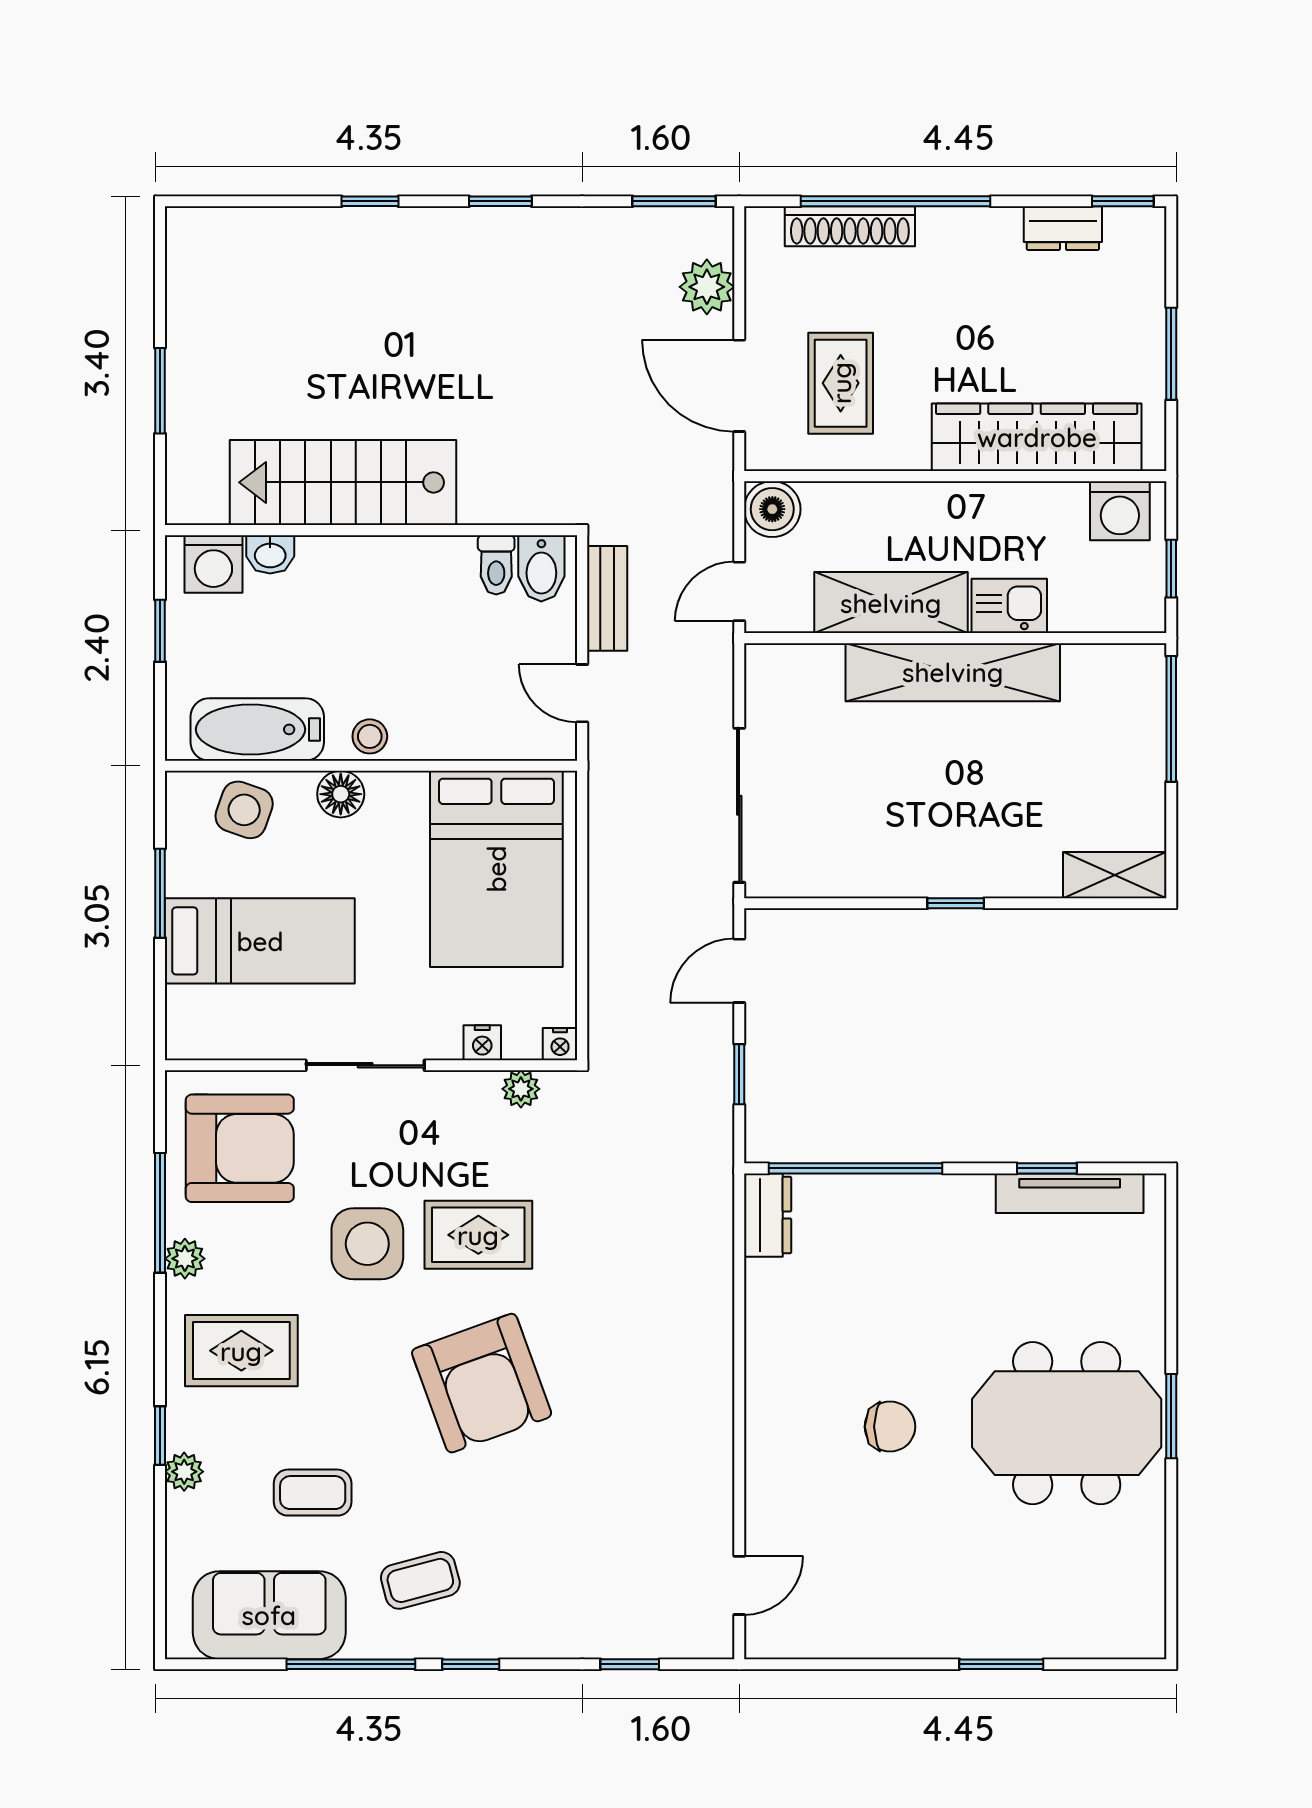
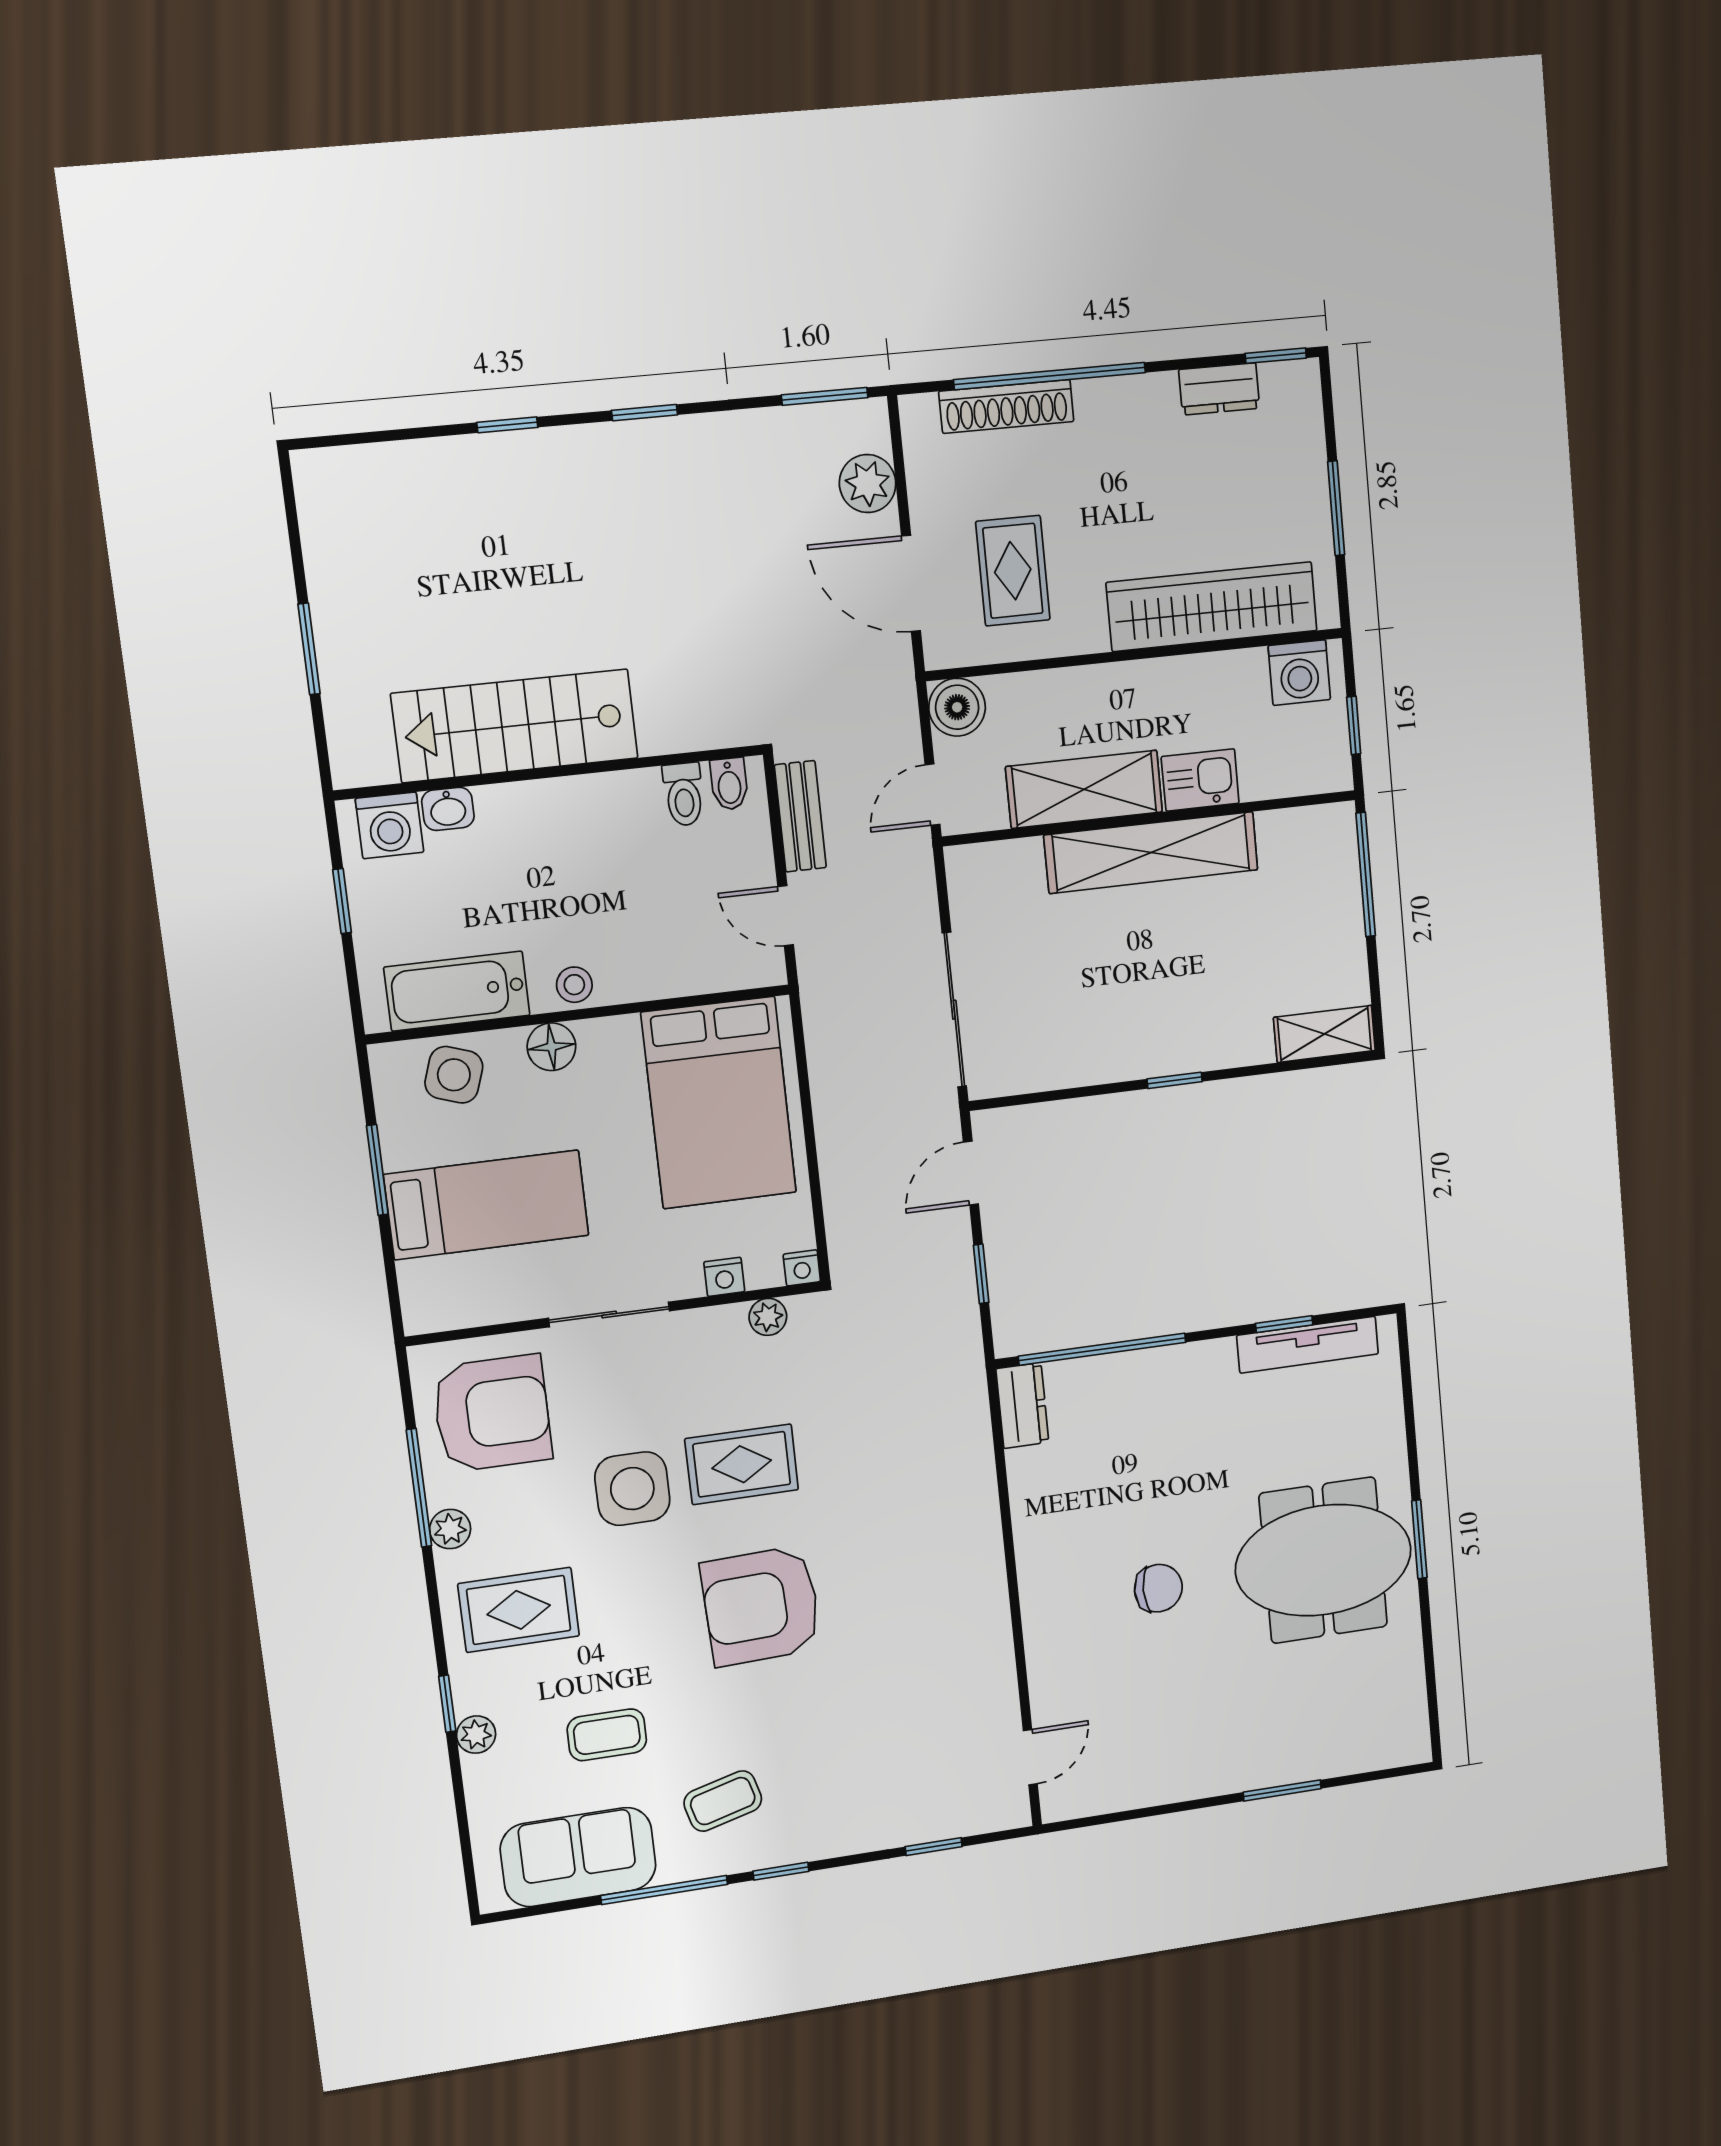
bidet: (541, 568) -> (729, 784), width x0.72, depth x0.74
armchair: (482, 1383) -> (761, 1606), turned 108

